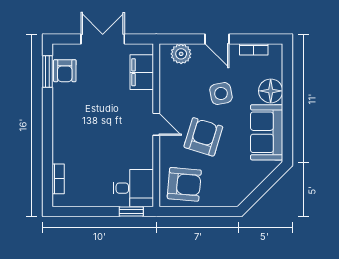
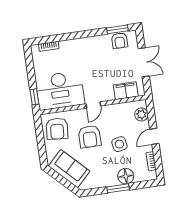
armchair: (65, 71) -> (120, 41), turned -90
window: (287, 105) -> (118, 188), added
sofa: (267, 132) -> (69, 169), moved, turned 45
armchair: (203, 137) -> (90, 137), turned 73
desk: (133, 188) -> (60, 90), width x1.87, depth x1.30

